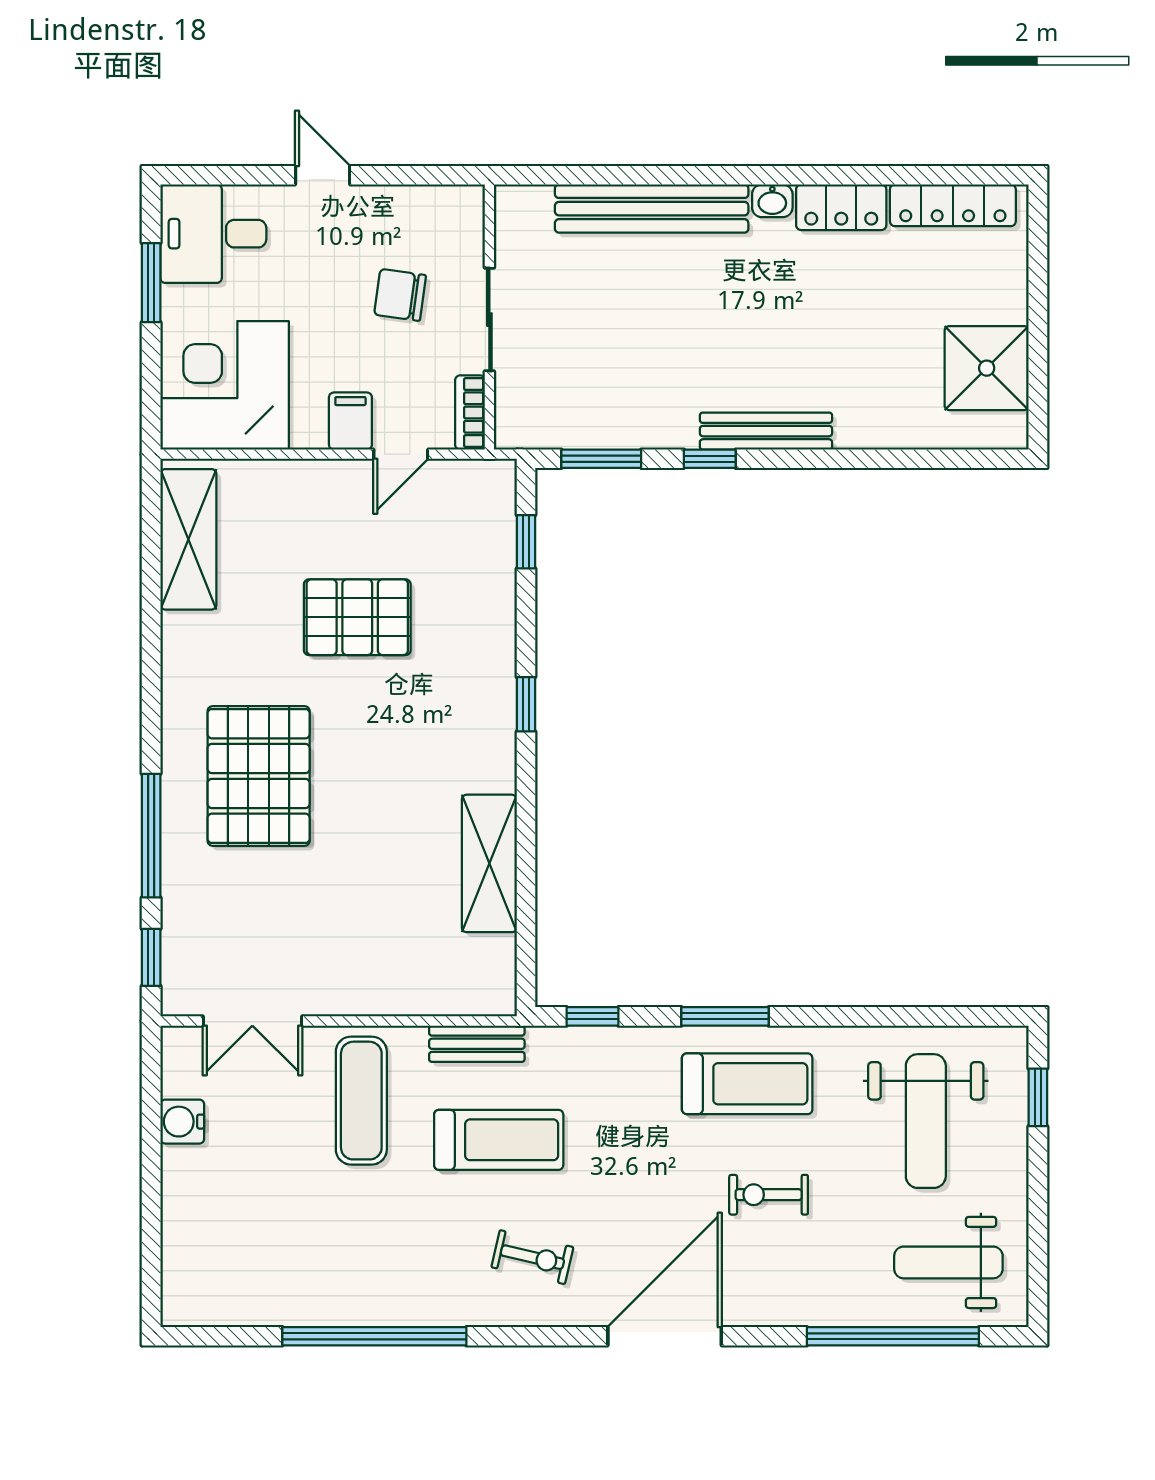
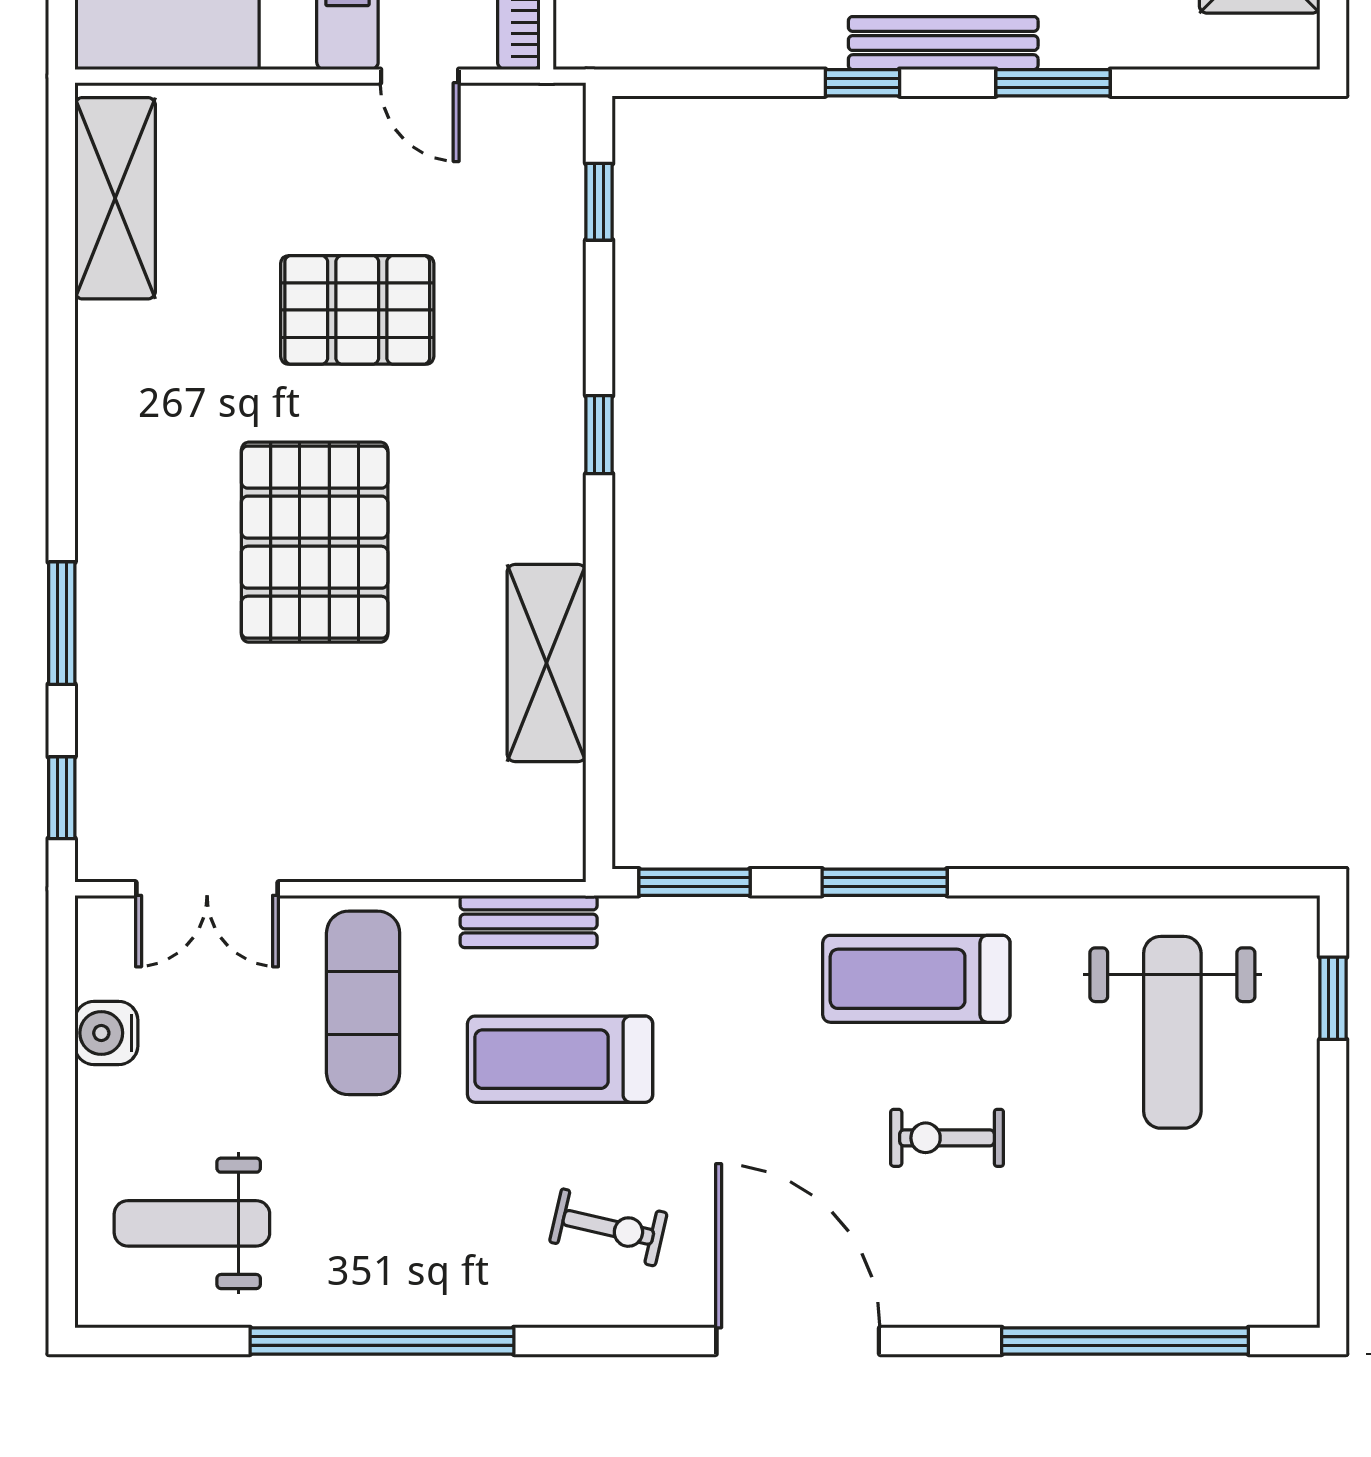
door: (401, 454) -> (420, 76), hinge flipped
window: (601, 459) -> (1053, 83), moved
pallet: (259, 776) -> (315, 542), moved
window: (151, 836) -> (62, 623), width x0.69
window: (592, 1016) -> (694, 882), width x1.50
treadmill: (747, 1084) -> (916, 979), turned 180
treadmill: (499, 1140) -> (560, 1059), turned 180
weight bench: (948, 1262) -> (192, 1223), moved
door: (665, 1336) -> (798, 1341), hinge flipped

